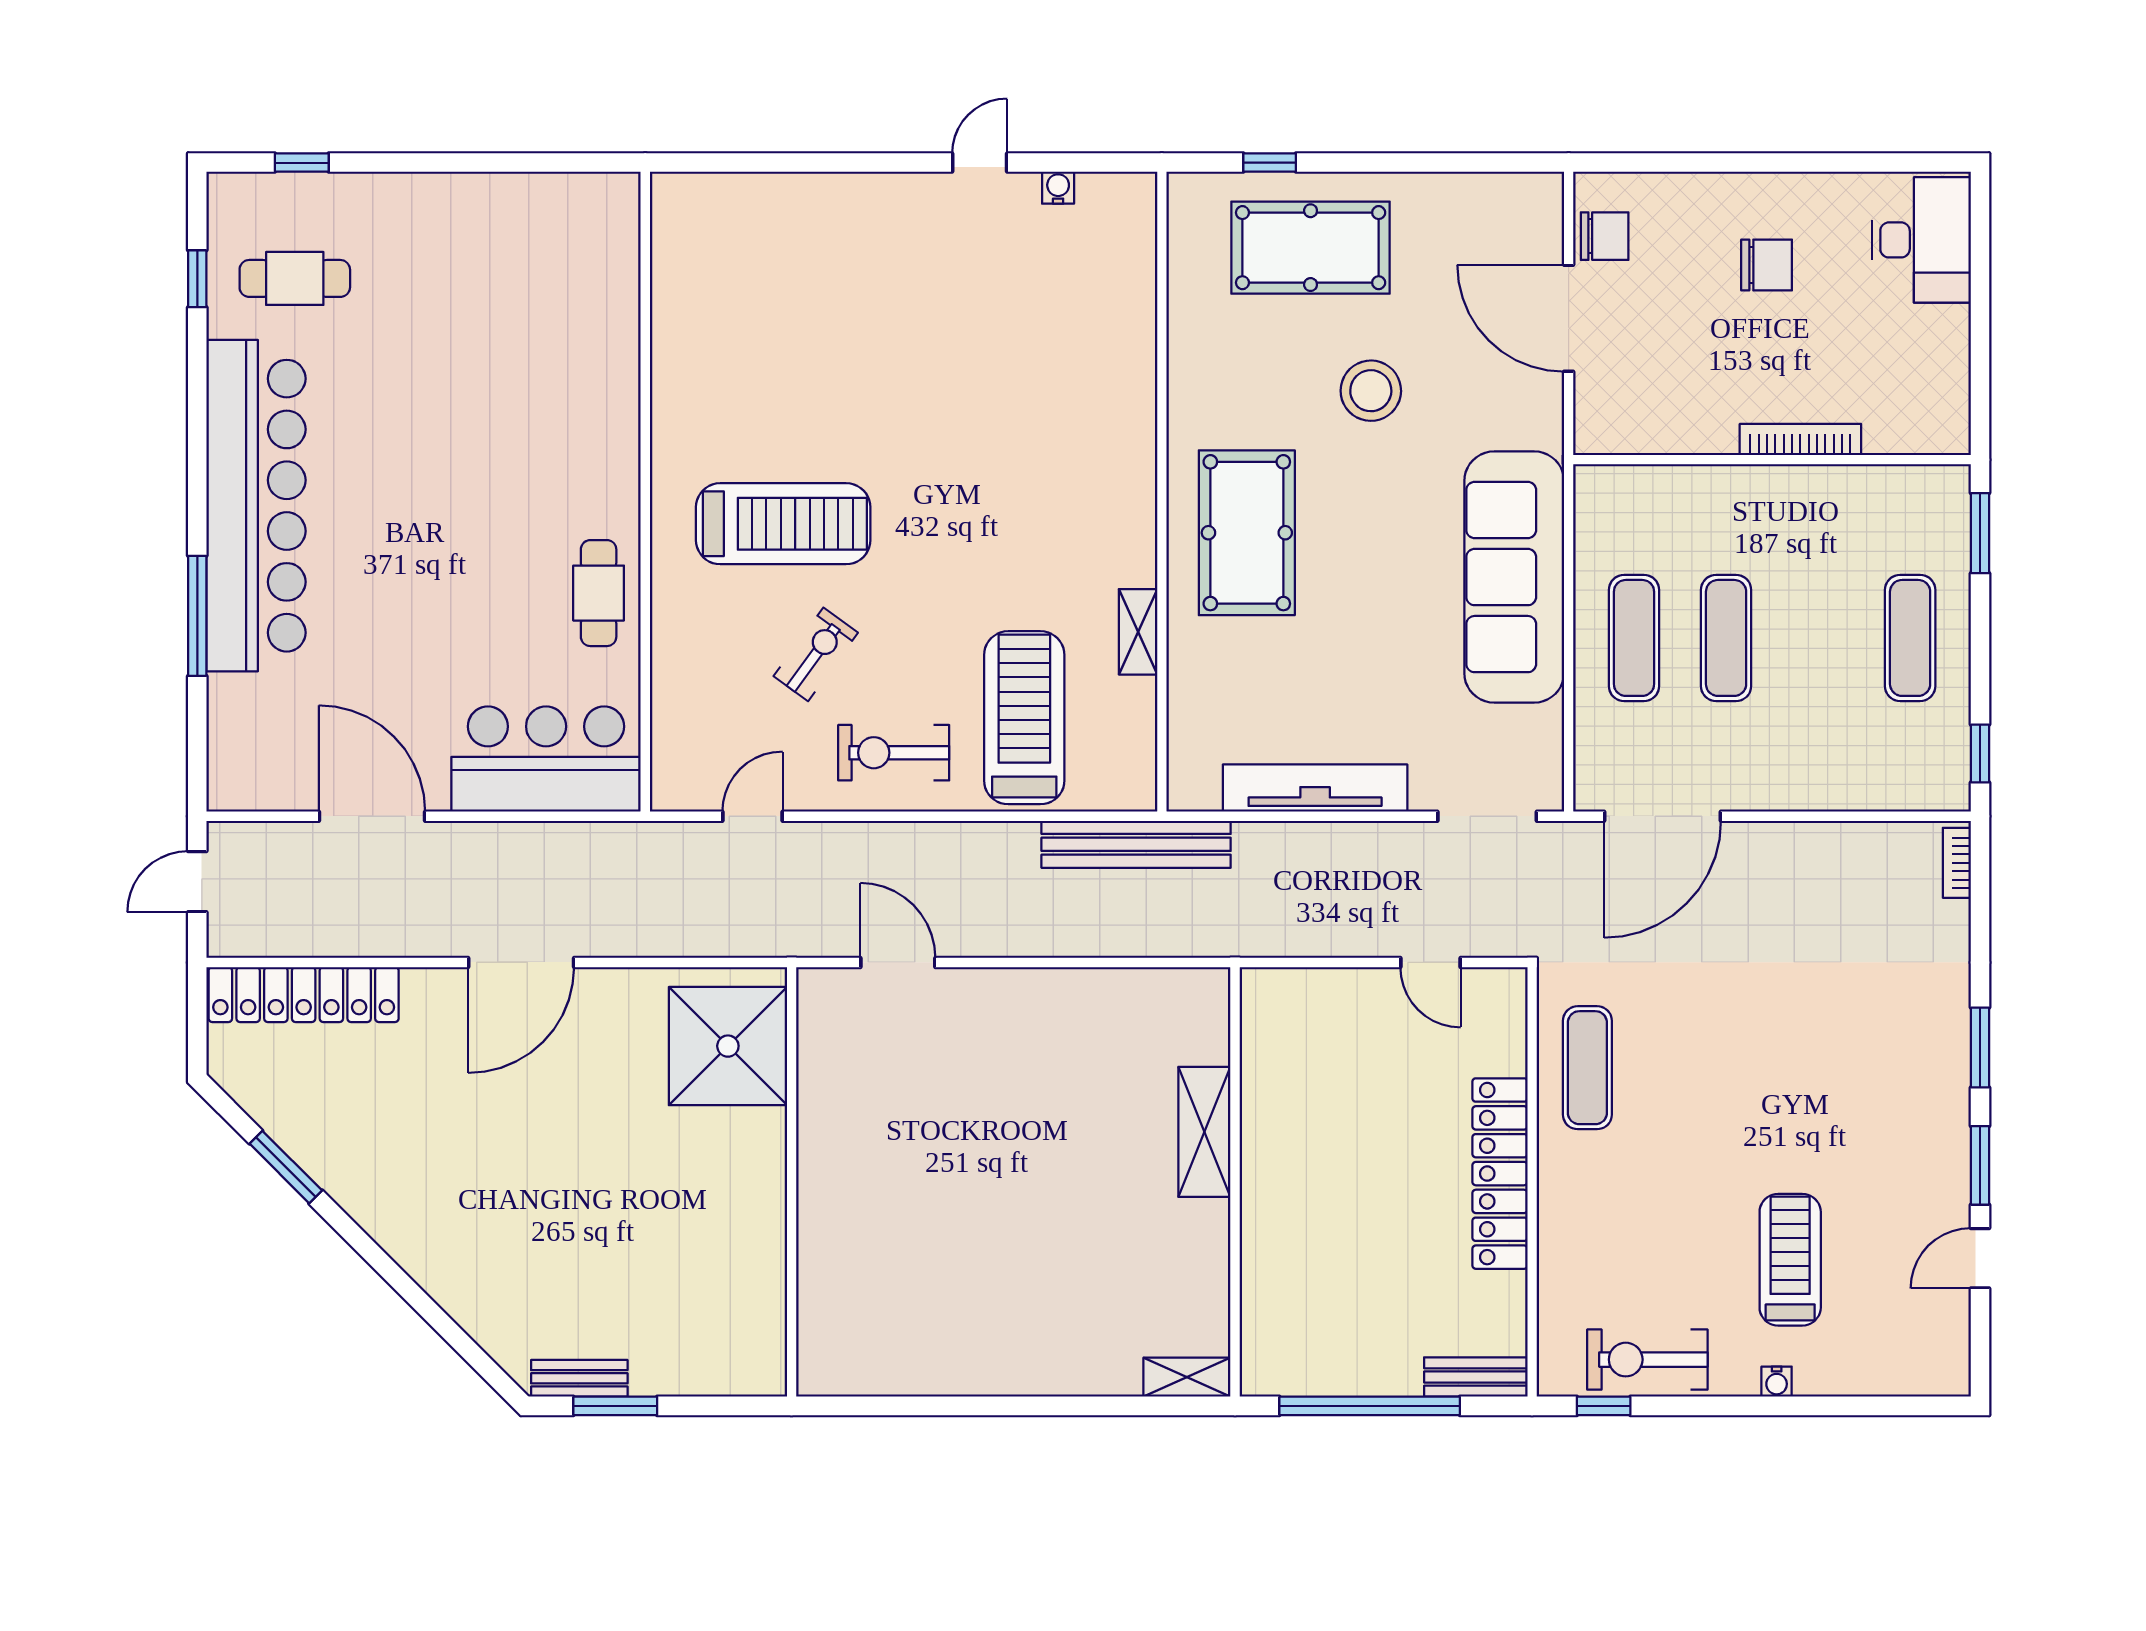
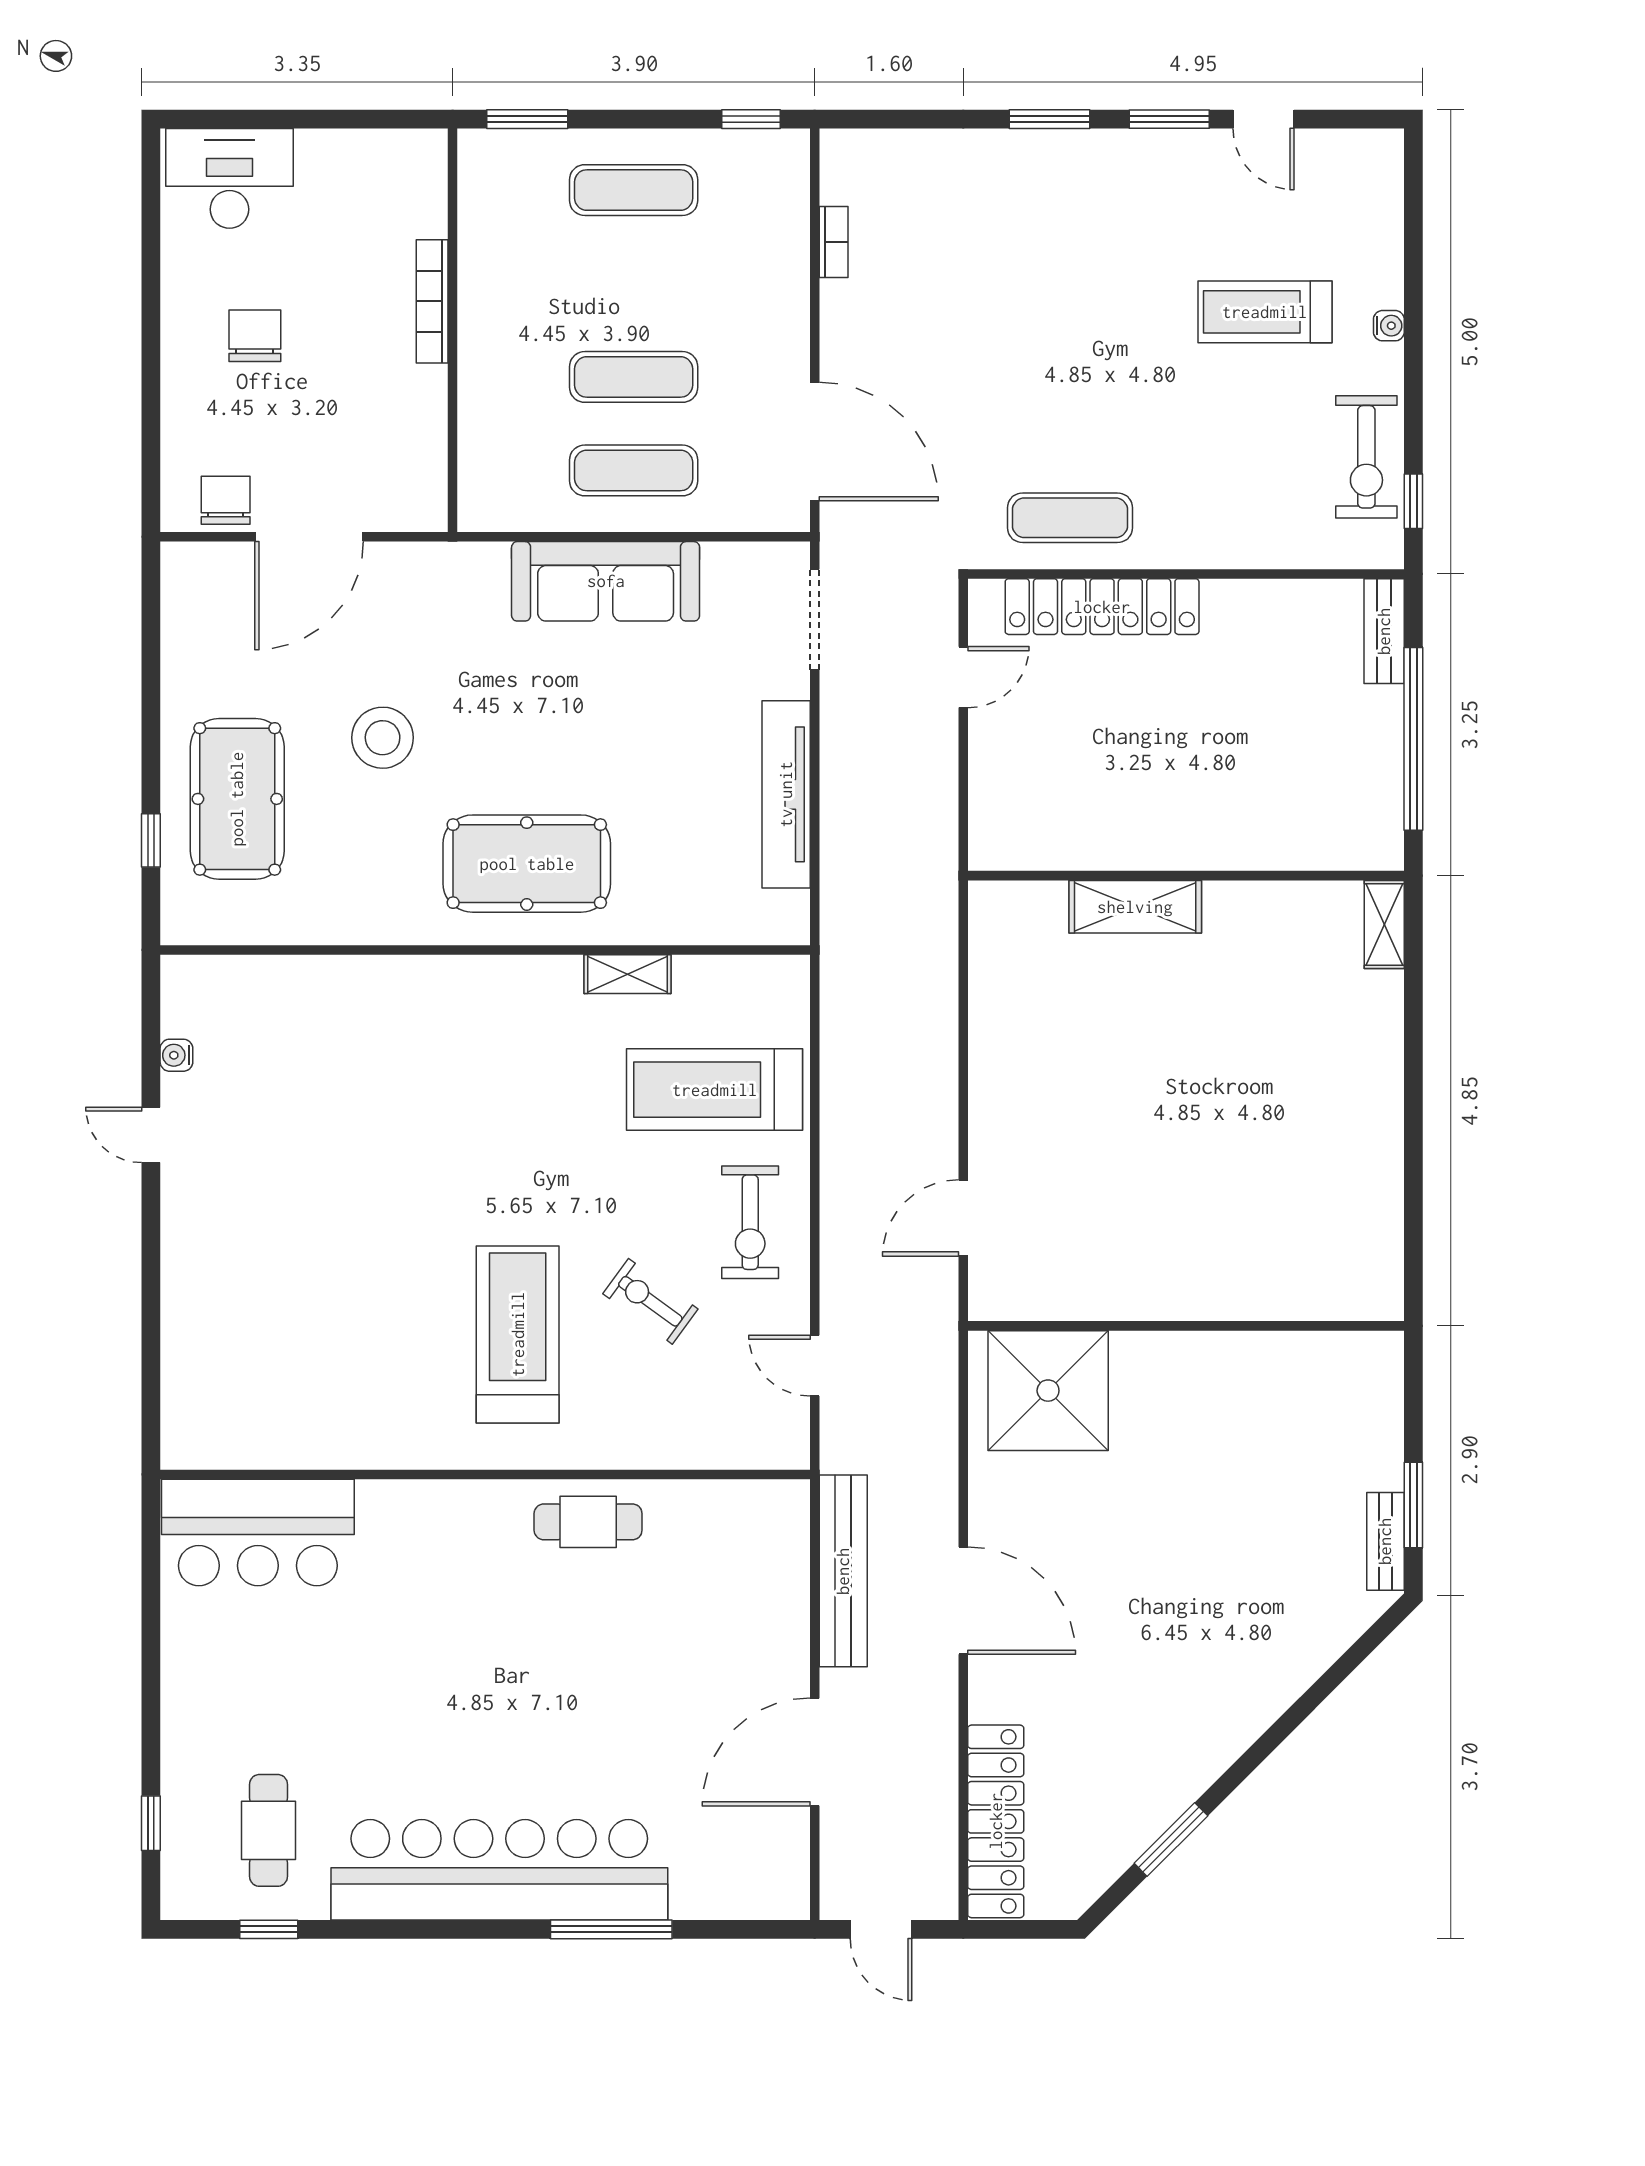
sofa: (1514, 577) -> (606, 581), width x0.74, depth x0.79
bar counter: (546, 759) -> (258, 1532), moved, turned -90
bench: (1136, 844) -> (843, 1571), moved
bookcase: (1957, 863) -> (834, 242), moved, turned -90
locker: (1500, 1174) -> (1102, 607), moved

